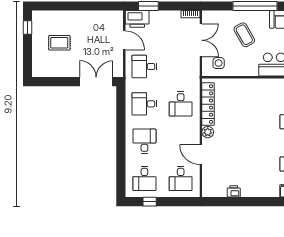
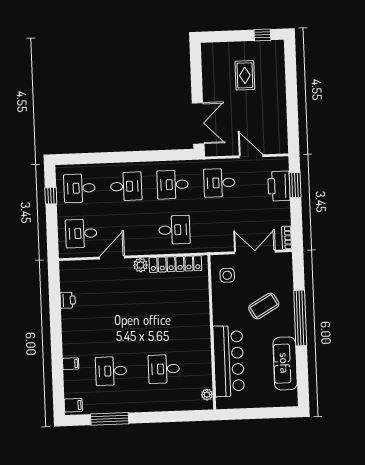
printer: (137, 19) -> (279, 186), moved
door: (124, 40) -> (251, 156), swing flipped
double door: (201, 40) -> (255, 252), swing flipped
desk: (144, 67) -> (219, 183), turned -90
desk: (144, 104) -> (173, 185), turned -90
desk: (181, 104) -> (174, 230), turned 180

